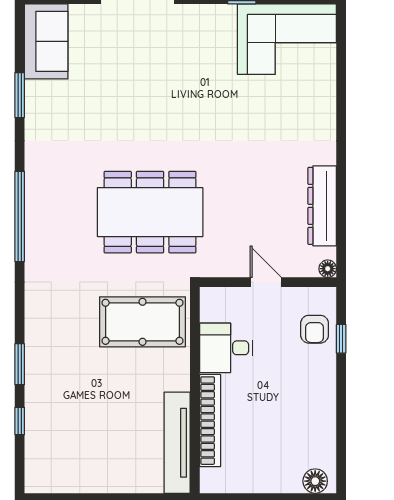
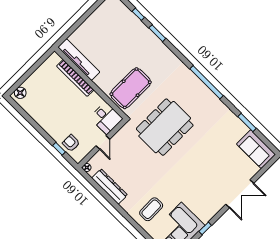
coffee table: (294, 109) -> (151, 209), added
door: (266, 282) -> (103, 142), hinge flipped
desk: (226, 348) -> (106, 118), moved, turned 90

